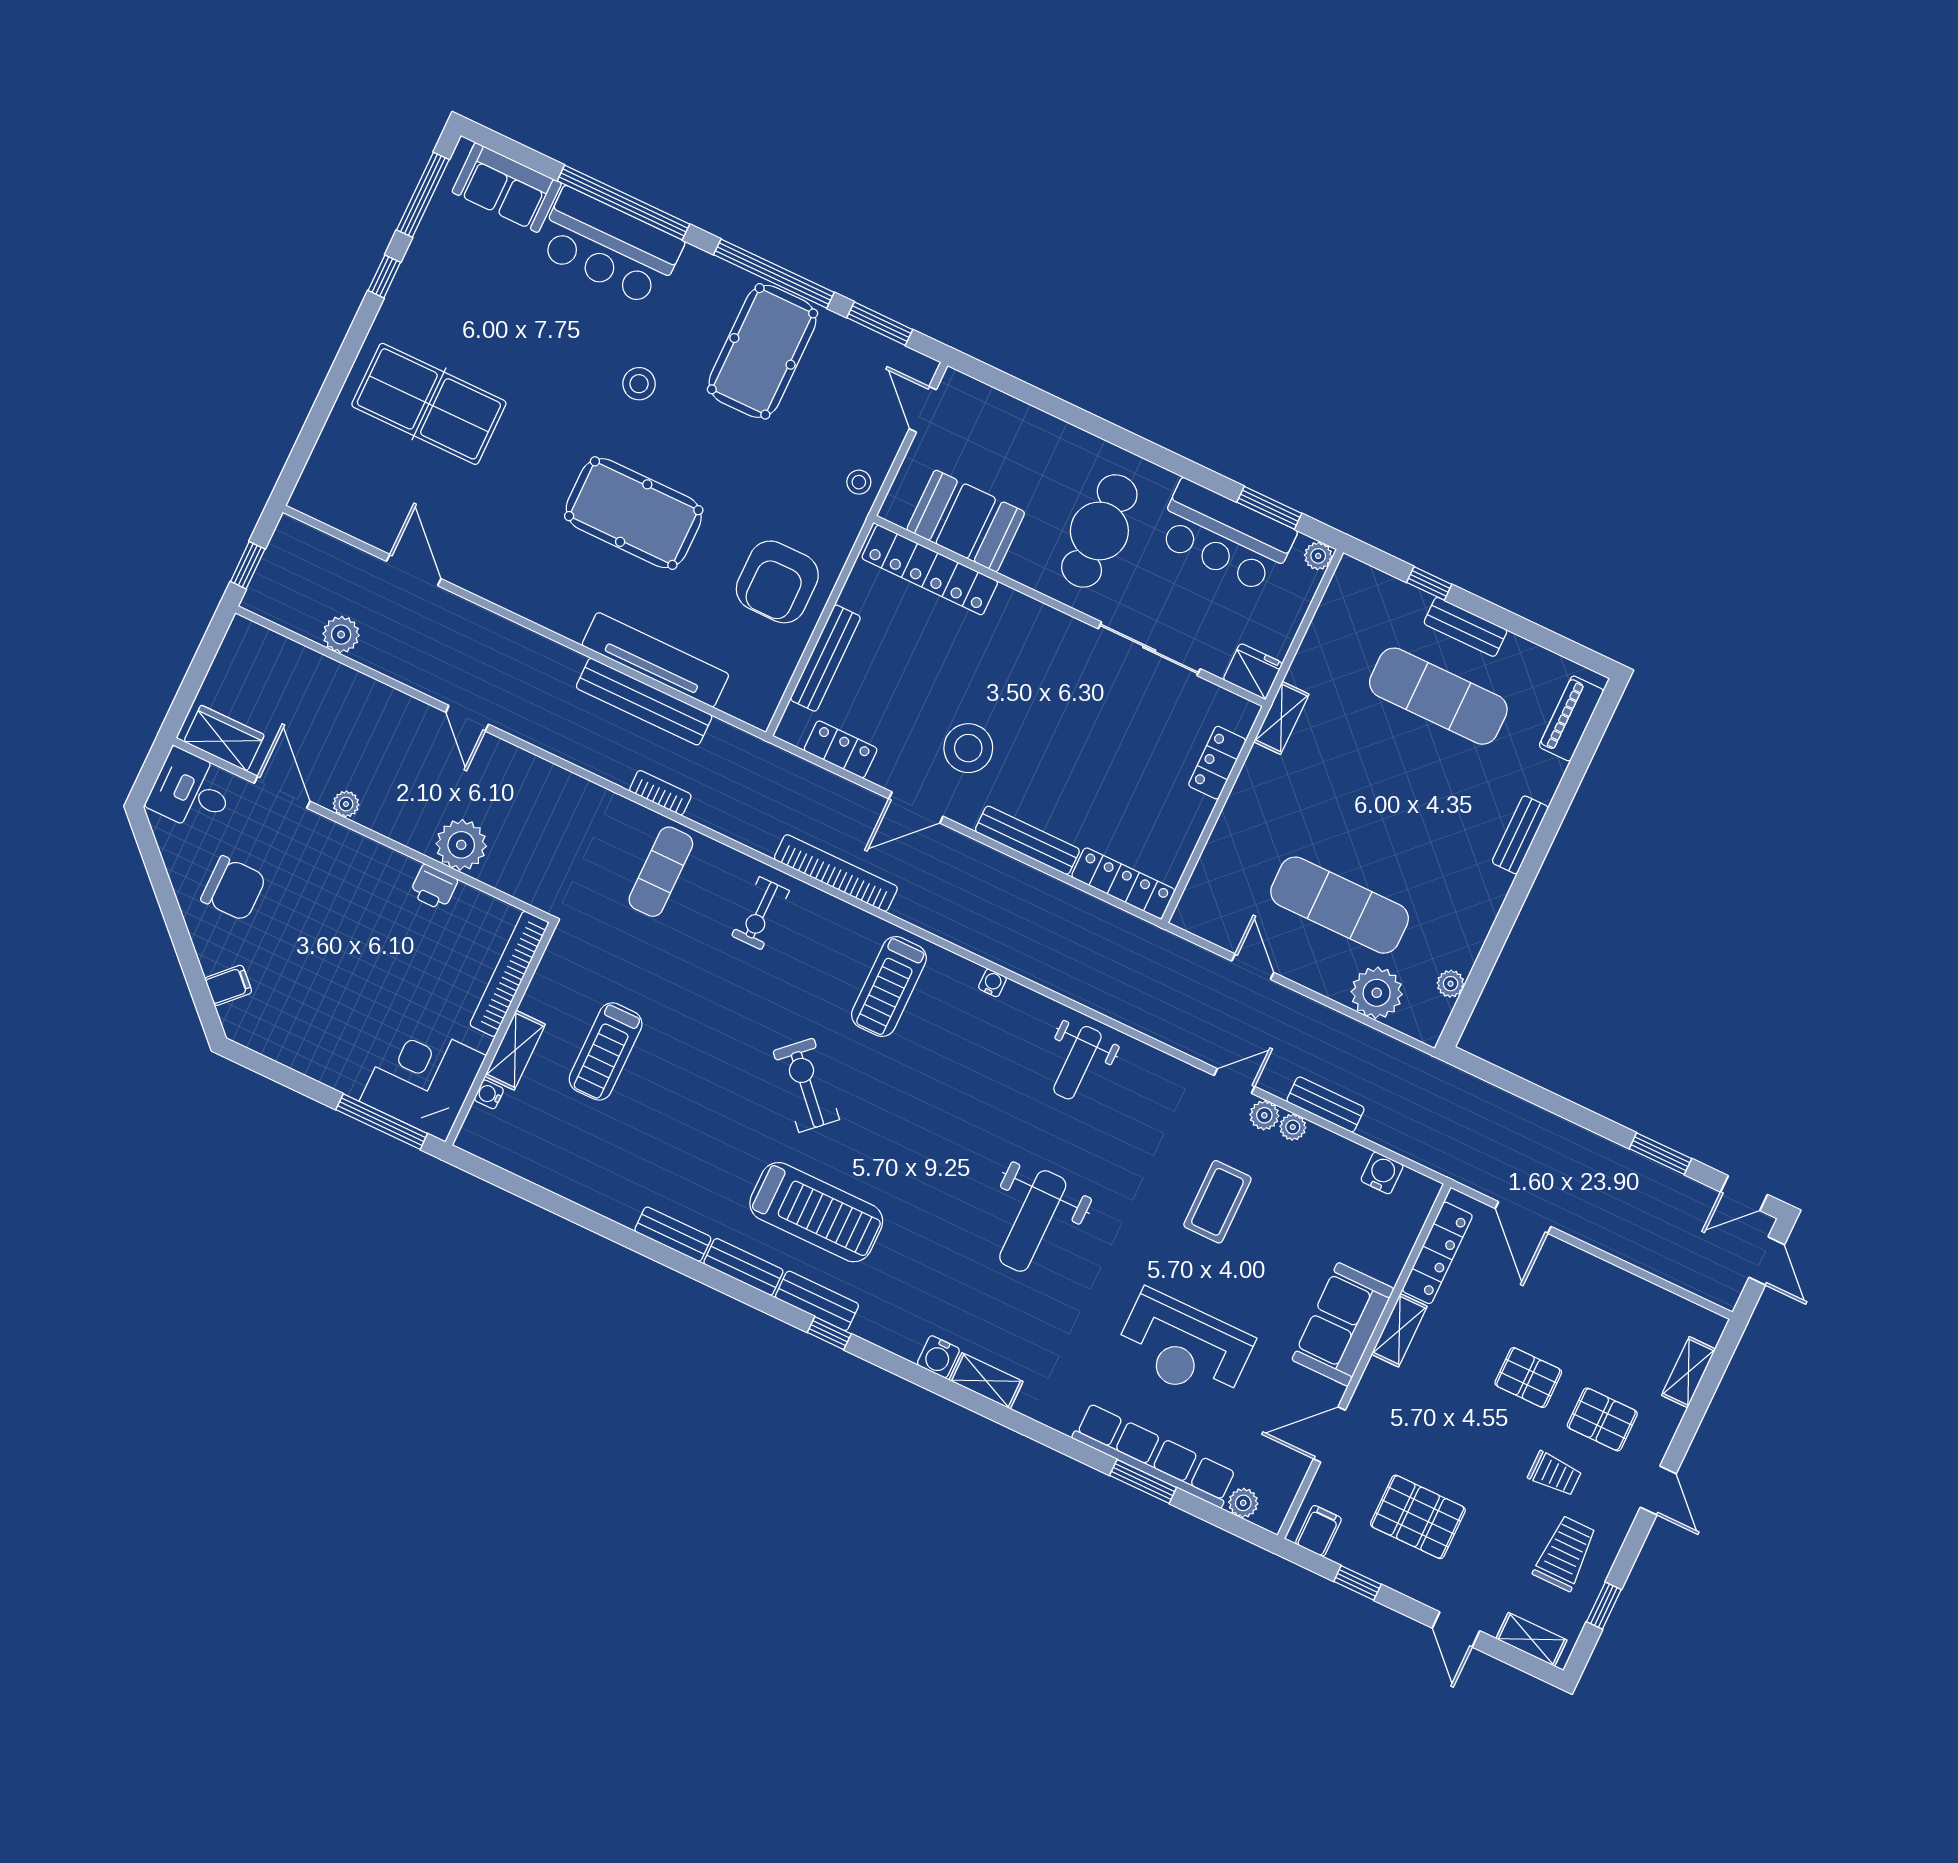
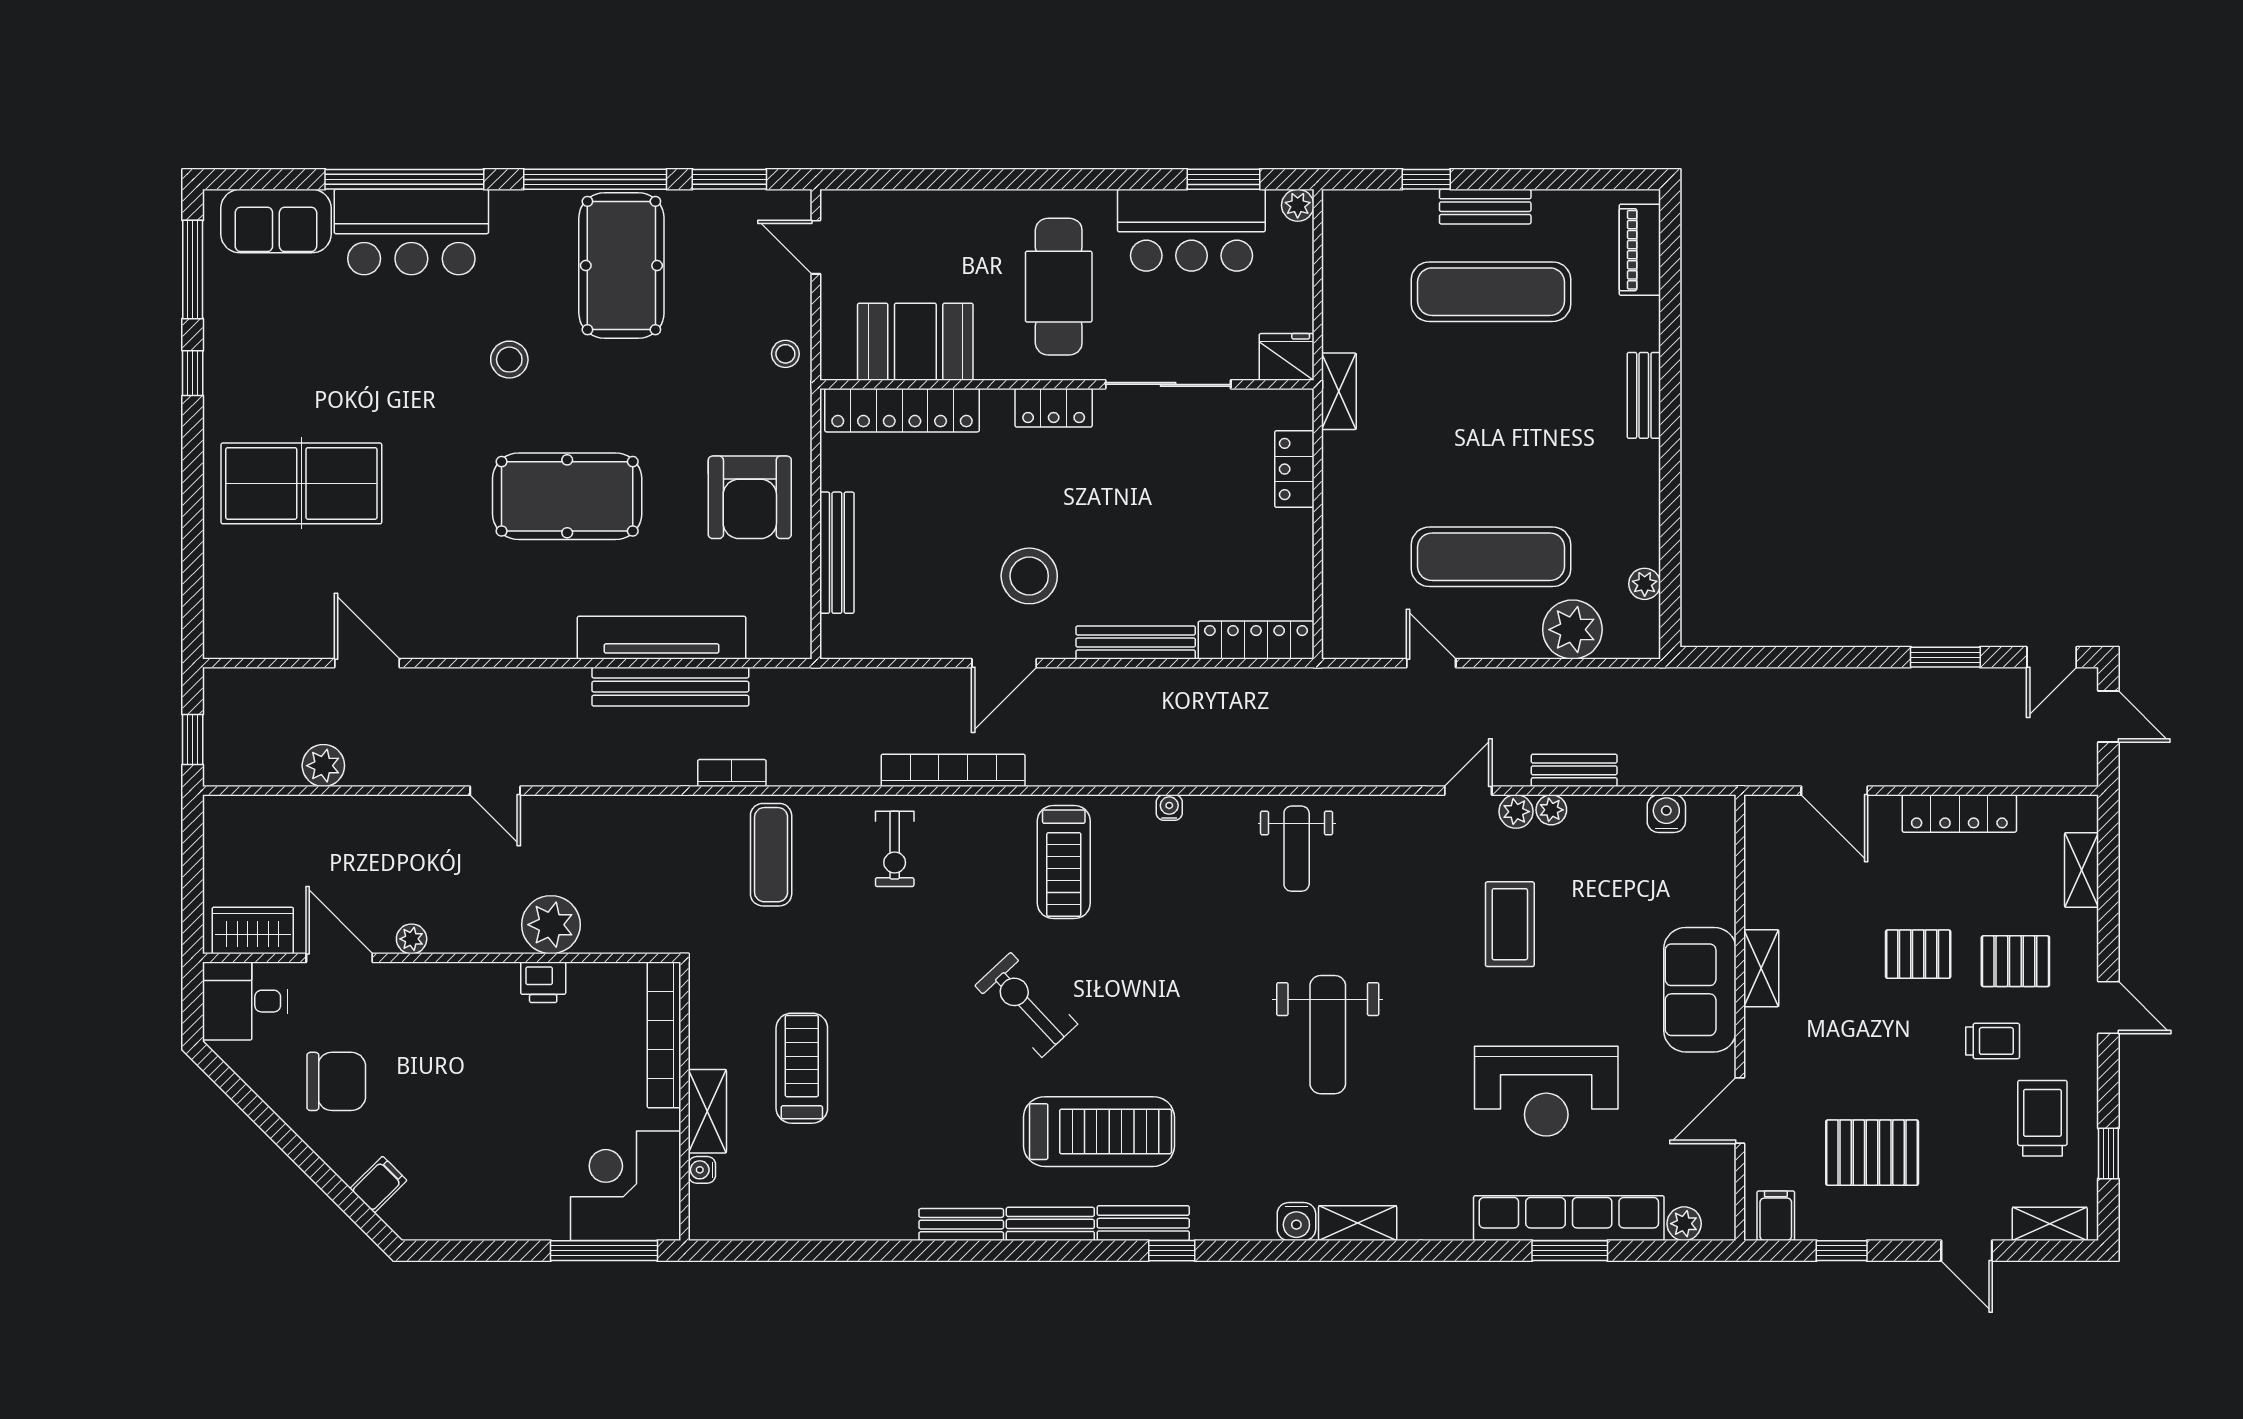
locker: (841, 749) -> (1054, 408), moved, turned 180
treadmill: (606, 1051) -> (802, 1068), turned 180
locker: (1437, 1253) -> (1959, 813), moved, turned 90

